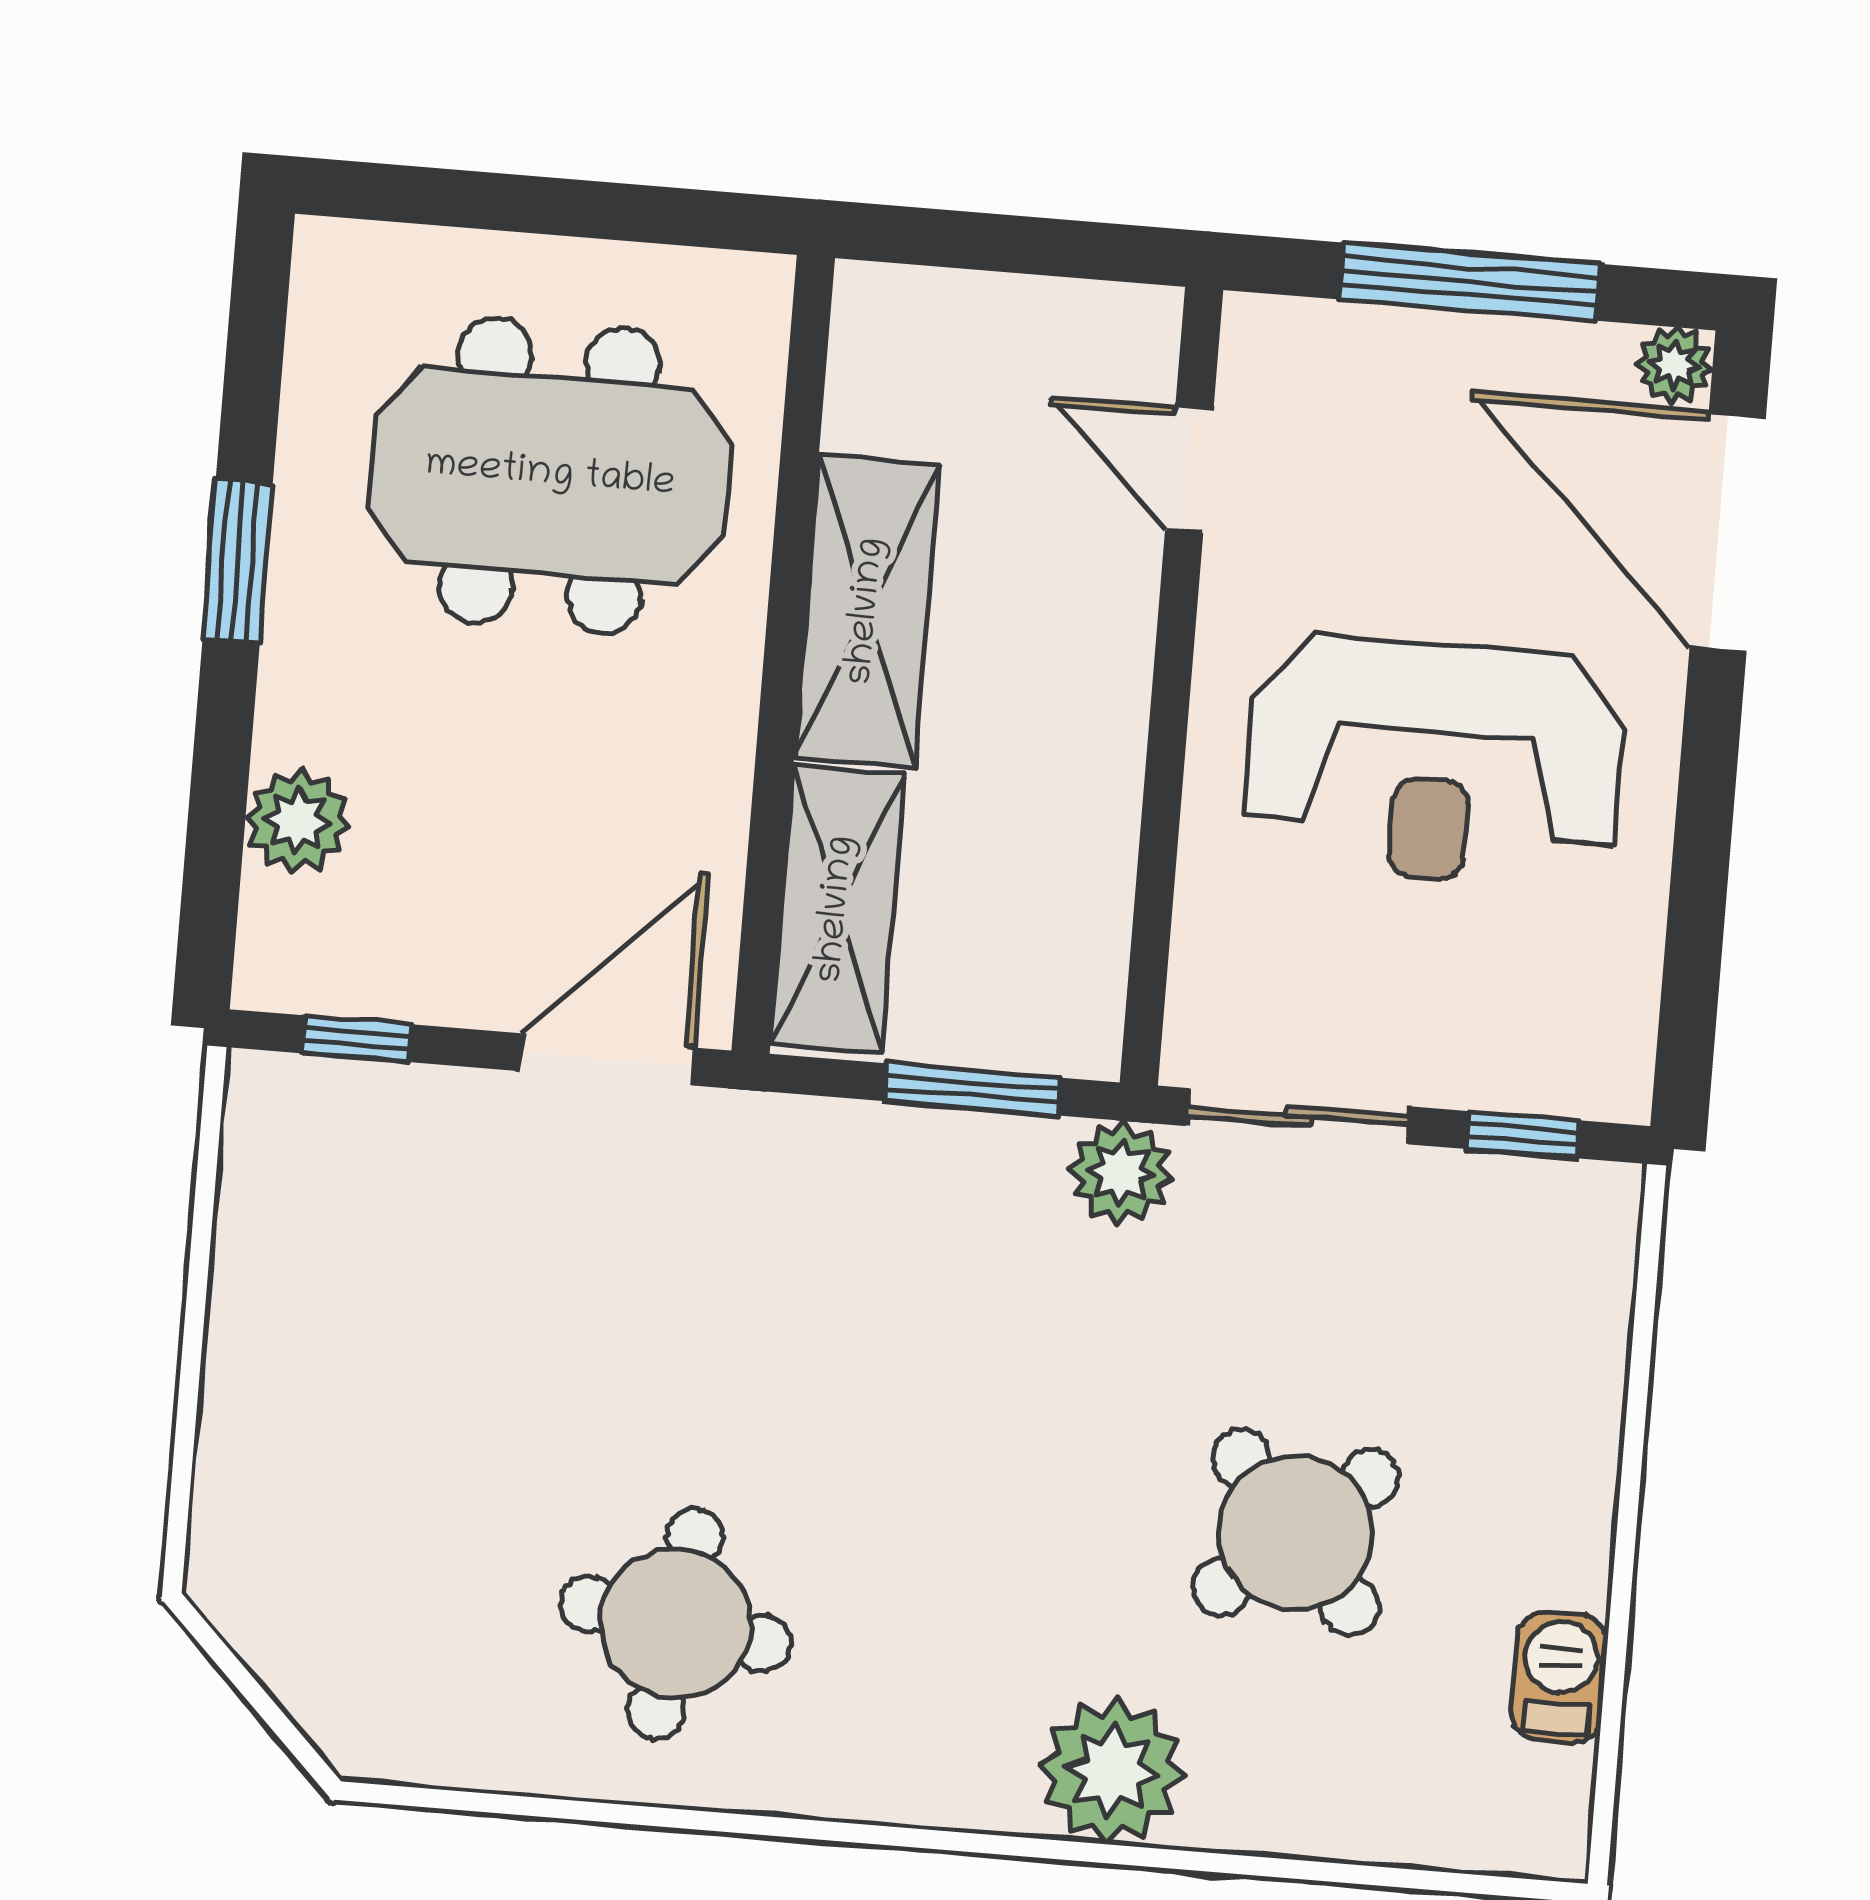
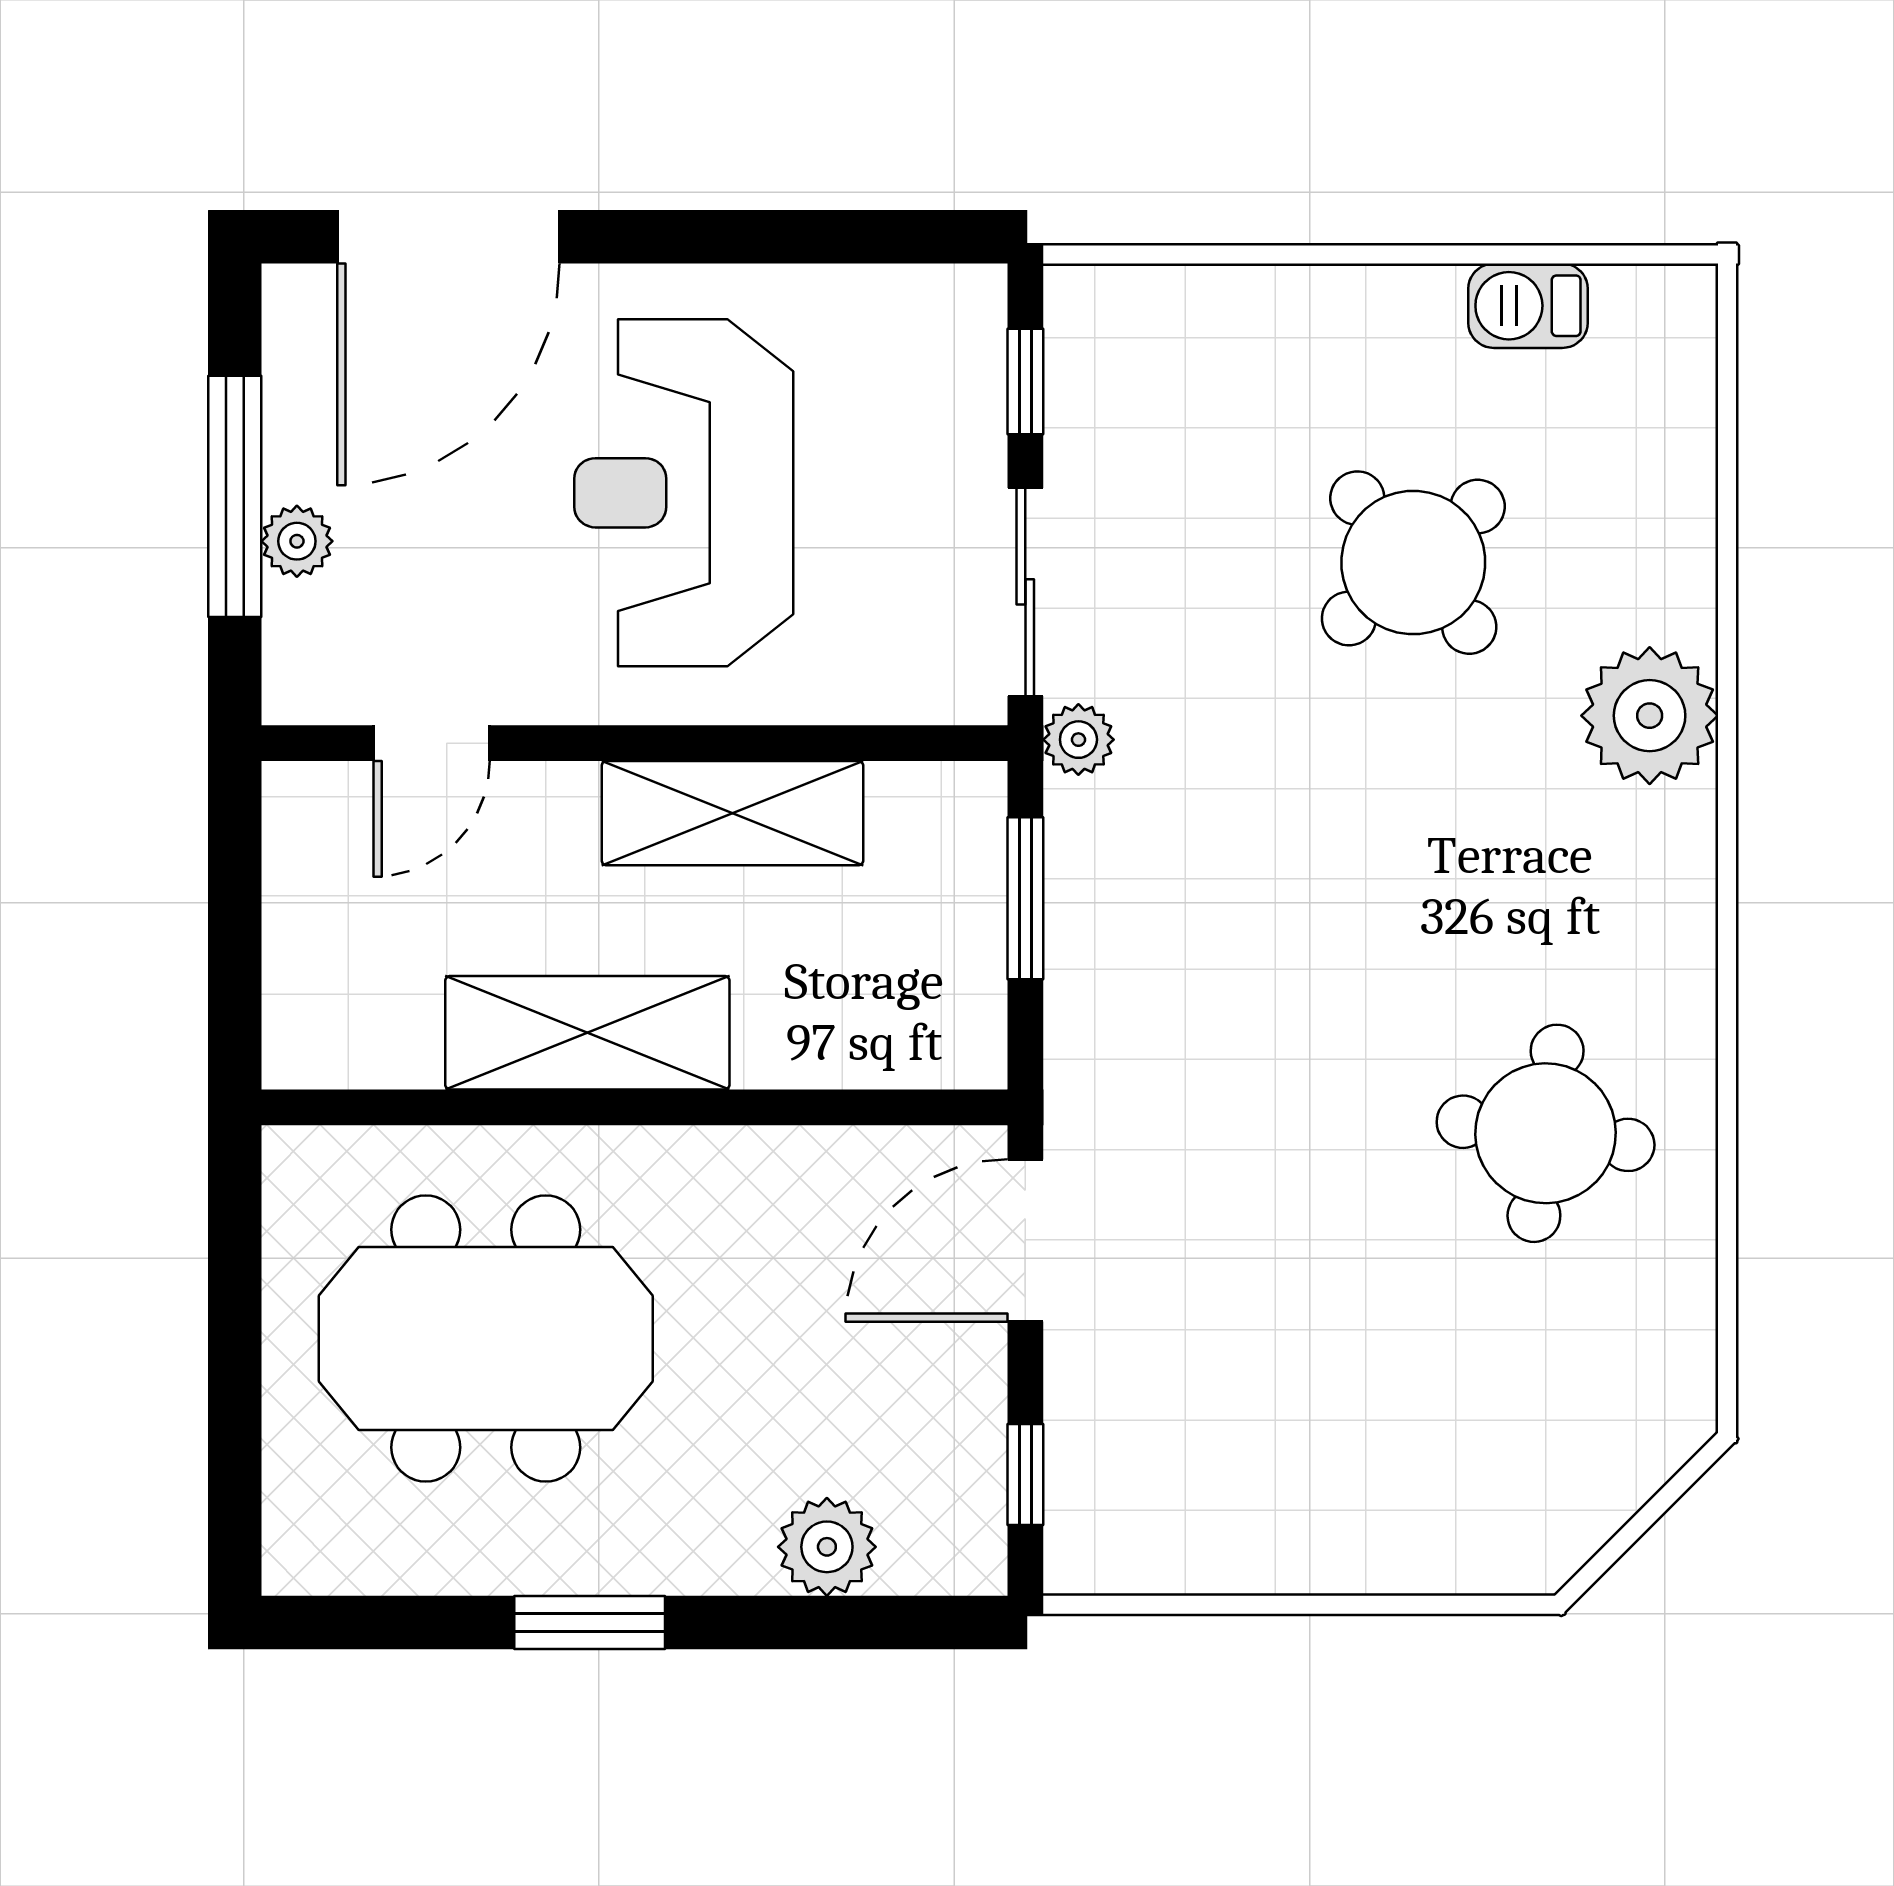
plant: (1675, 365) -> (297, 541), moved
meeting table: (550, 475) -> (486, 1338), turned 90
reception desk: (1434, 761) -> (684, 493), turned 180
shelving: (837, 909) -> (732, 813), moved
door: (607, 1059) -> (1025, 1240), hinge flipped
plant: (1121, 1173) -> (1078, 740), width x0.73, depth x0.73

